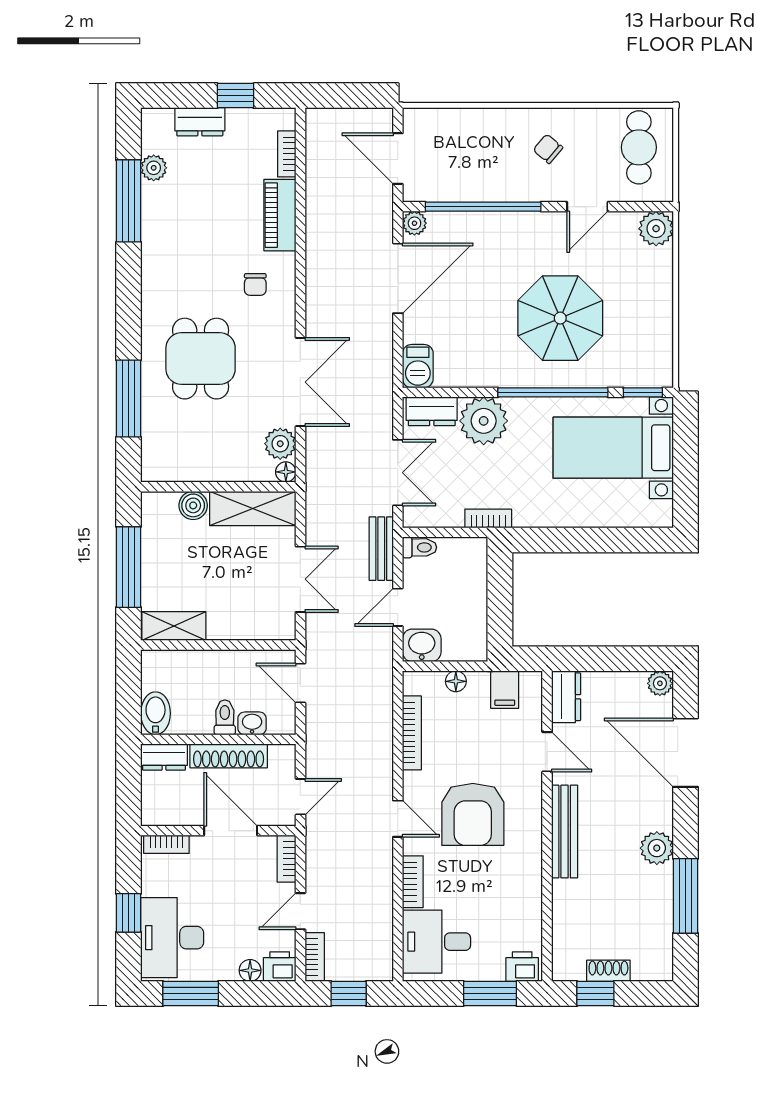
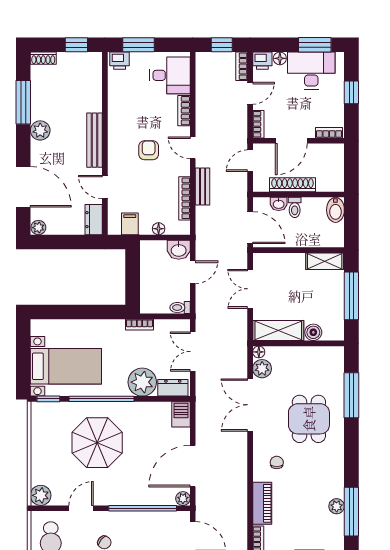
plant: (154, 168) -> (337, 506), moved
bench: (381, 549) -> (203, 187), moved
door: (300, 683) -> (250, 228), width x1.38
dresser: (164, 757) -> (330, 184), removed
armchair: (473, 814) -> (149, 150), width x0.53, depth x0.53
door: (231, 831) -> (291, 141), hinge flipped
desk: (172, 938) -> (311, 70), moved, turned -90
shoe rack: (608, 971) -> (43, 58), moved

